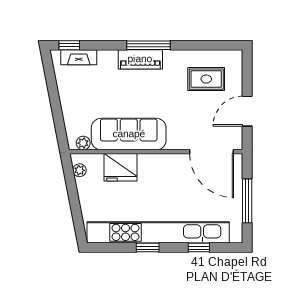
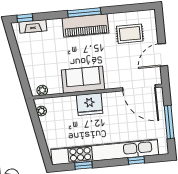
piano: (140, 59) -> (85, 25), width x1.37, depth x1.33
sofa: (129, 134) -> (83, 80), width x0.73
fridge: (120, 167) -> (90, 104), moved
window: (148, 248) -> (84, 165), moved

